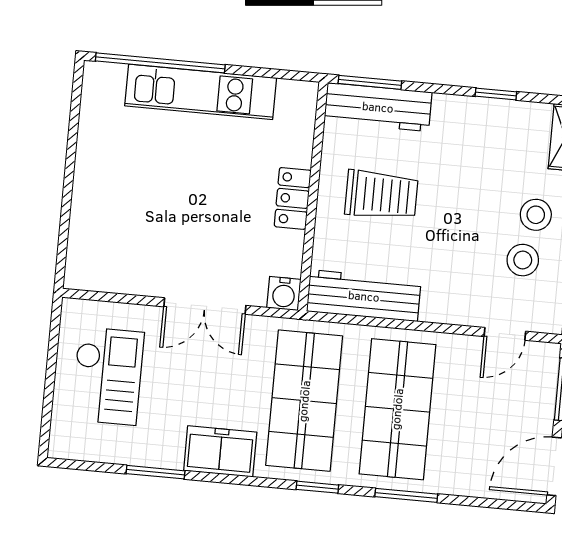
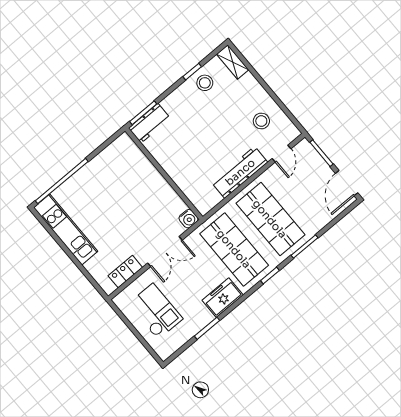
kitchen unit: (201, 92) -> (66, 229), moved, turned -90
workbench: (378, 107) -> (149, 123), width x0.73
trolley: (381, 195) -> (188, 149), removed
locker: (293, 198) -> (125, 272), moved, turned 90
stool: (536, 215) -> (205, 83), moved
workbench: (364, 296) -> (240, 172), moved

